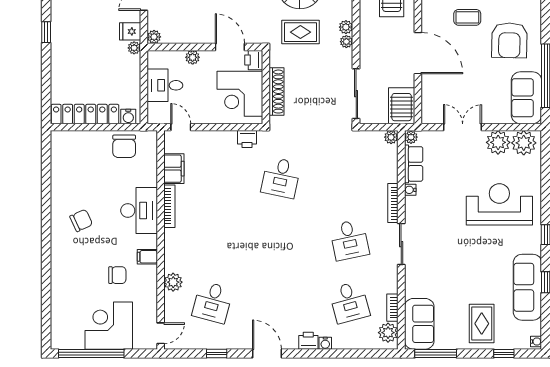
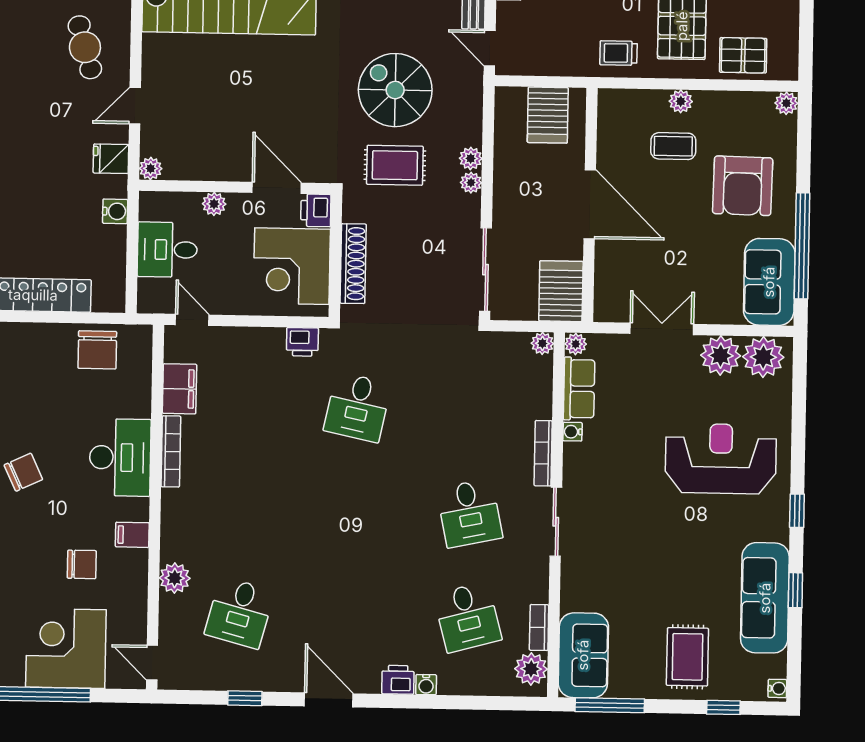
plant: (134, 48) -> (117, 186), removed
water cooler: (128, 116) -> (115, 211), moved, turned -90
door: (161, 333) -> (152, 663), swing flipped

